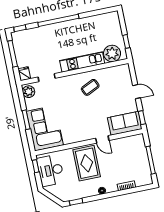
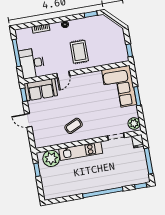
door: (102, 139) -> (63, 75), swing flipped
rug: (87, 163) -> (79, 52), width x0.73, depth x0.70
desk: (50, 170) -> (32, 63), moved, turned 180

